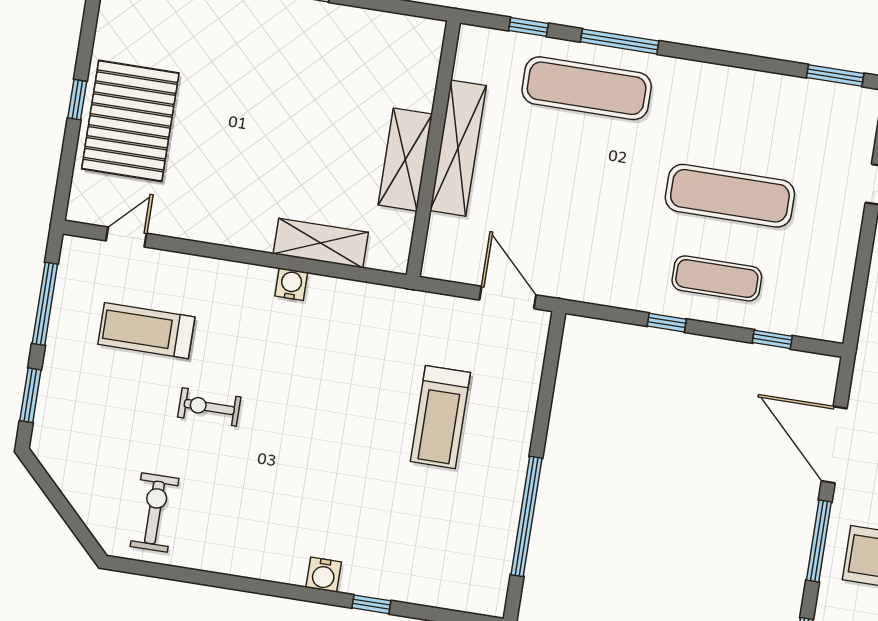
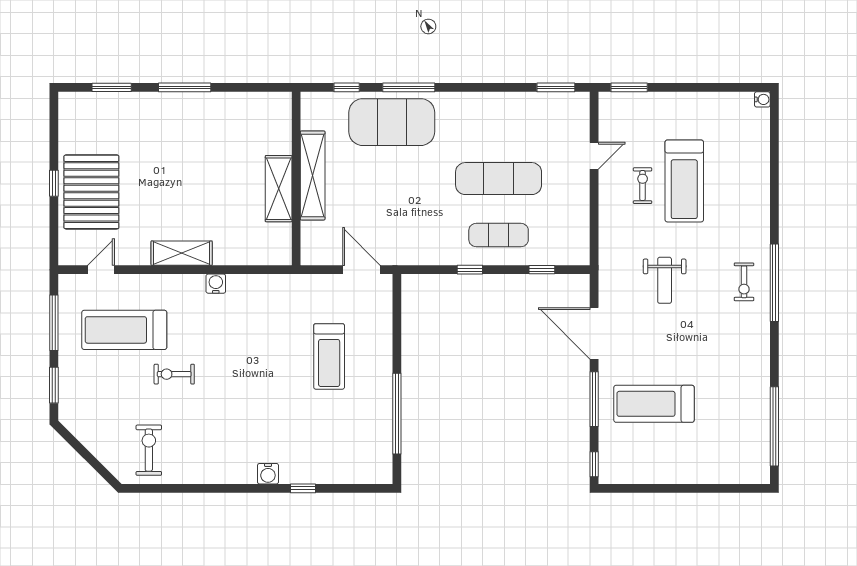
exercise mat: (587, 88) -> (392, 122), width x1.47
shelving: (321, 243) -> (182, 253), moved
treadmill: (146, 331) -> (124, 330), width x1.37, depth x1.38

